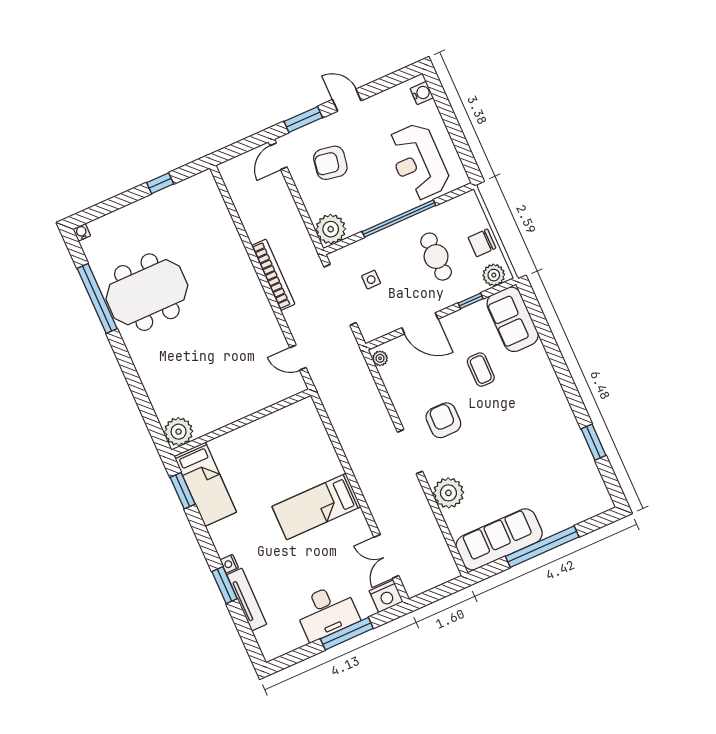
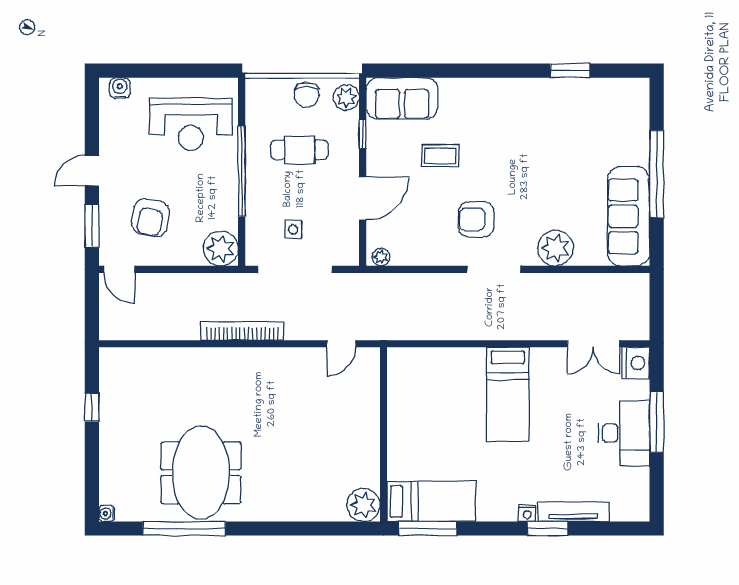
window: (183, 491) -> (428, 529), width x1.44

